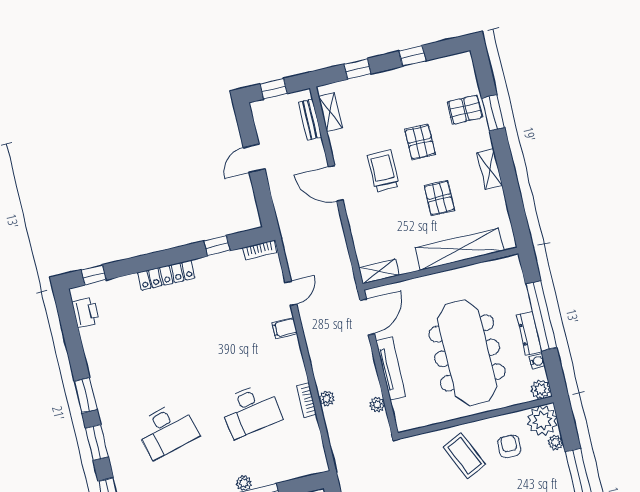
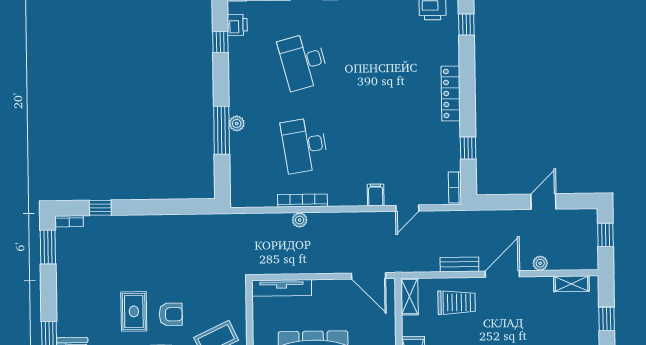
bench: (310, 120) -> (459, 264), moved
door: (254, 158) -> (543, 202), hinge flipped
trolley: (383, 171) -> (457, 302), moved
door: (291, 293) -> (407, 208), hinge flipped
tv unit: (391, 368) -> (282, 288), moved
bookcase: (306, 400) -> (303, 200), width x1.56
plant: (377, 405) -> (540, 263), moved

